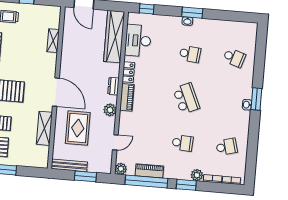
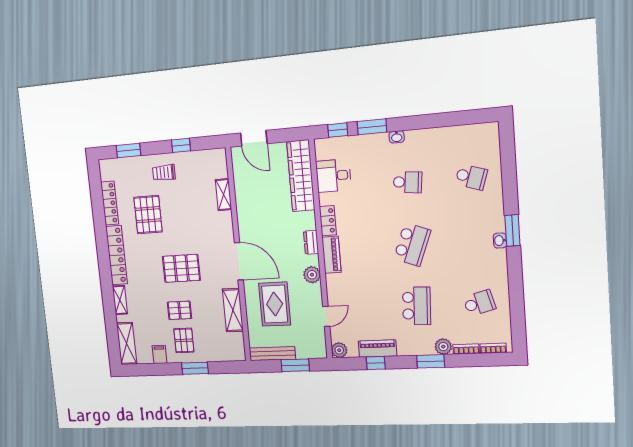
window: (192, 13) -> (372, 127), moved
desk: (138, 41) -> (333, 176), width x0.73
school desk: (186, 98) -> (412, 244), turned 45
school desk: (183, 143) -> (417, 306), width x1.85
window: (146, 181) -> (376, 363), width x0.32

